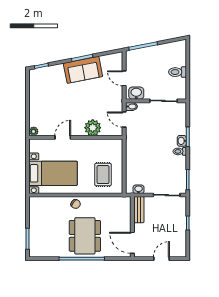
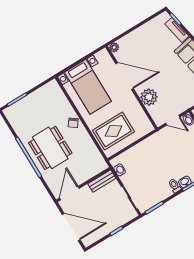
tv unit: (51, 70) -> (177, 30), added
door: (124, 120) -> (173, 120), swing flipped
door: (63, 137) -> (124, 76), width x1.88
rug: (103, 175) -> (113, 131), width x1.36, depth x1.43
dining table: (85, 236) -> (50, 148), turned 90
door: (161, 259) -> (71, 227), width x1.87

